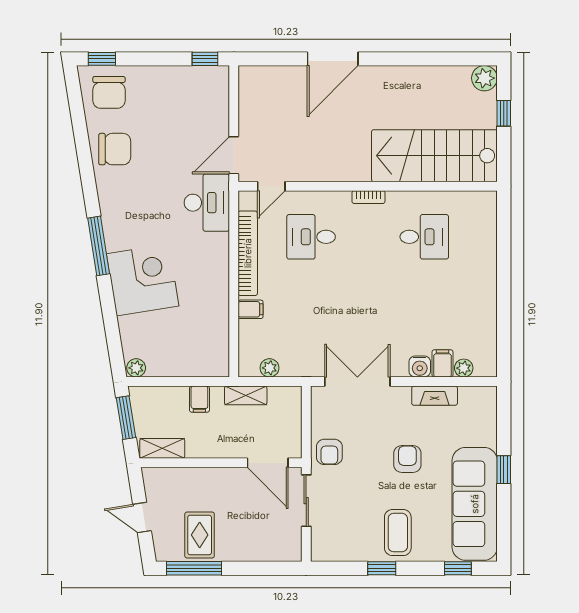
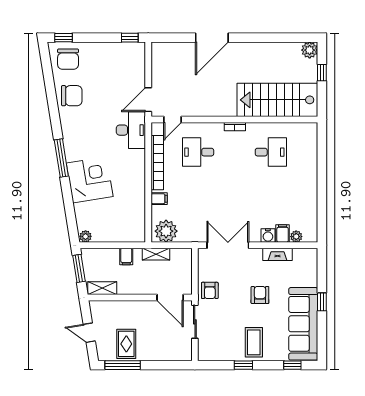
plant: (269, 368) -> (166, 231), width x1.88, depth x1.88

